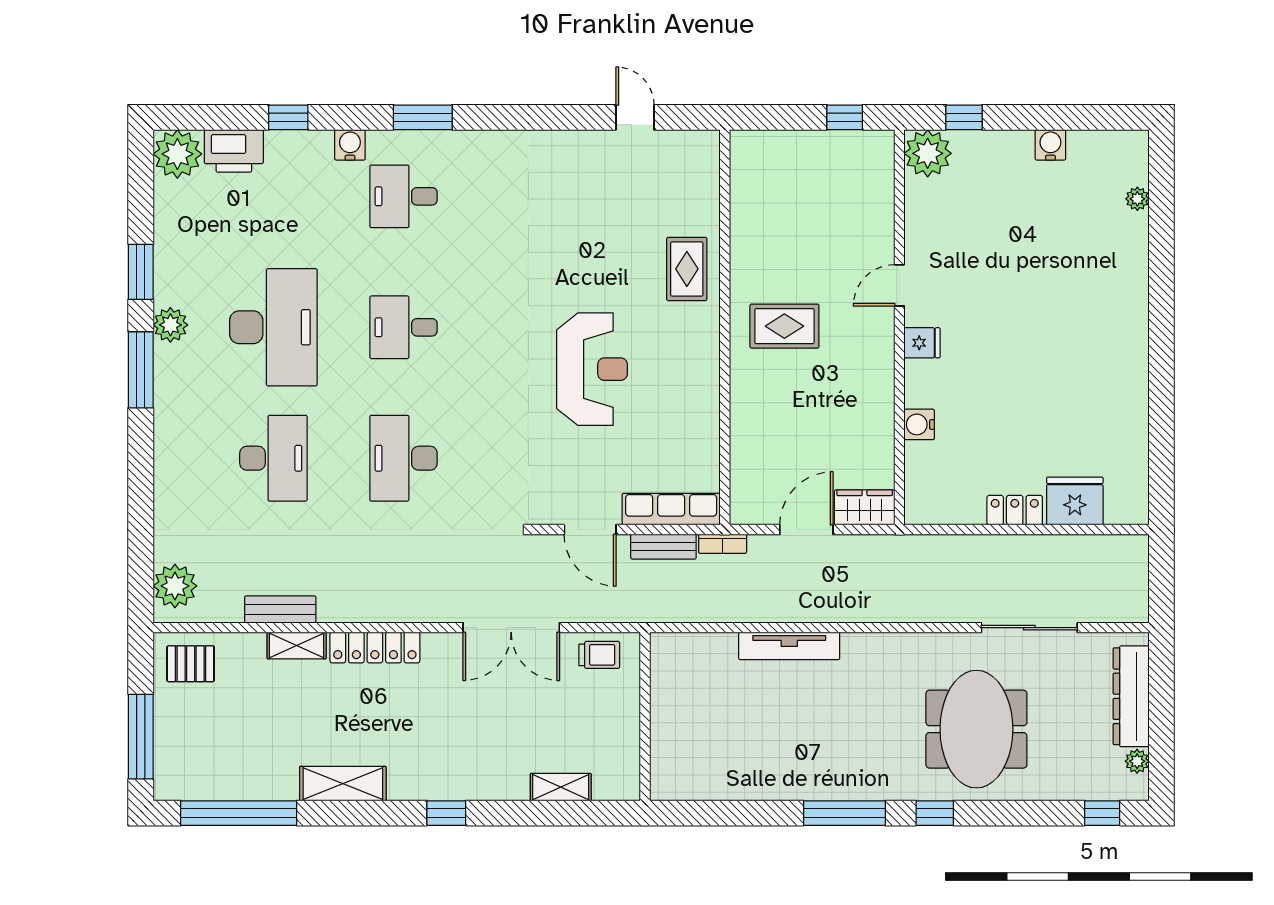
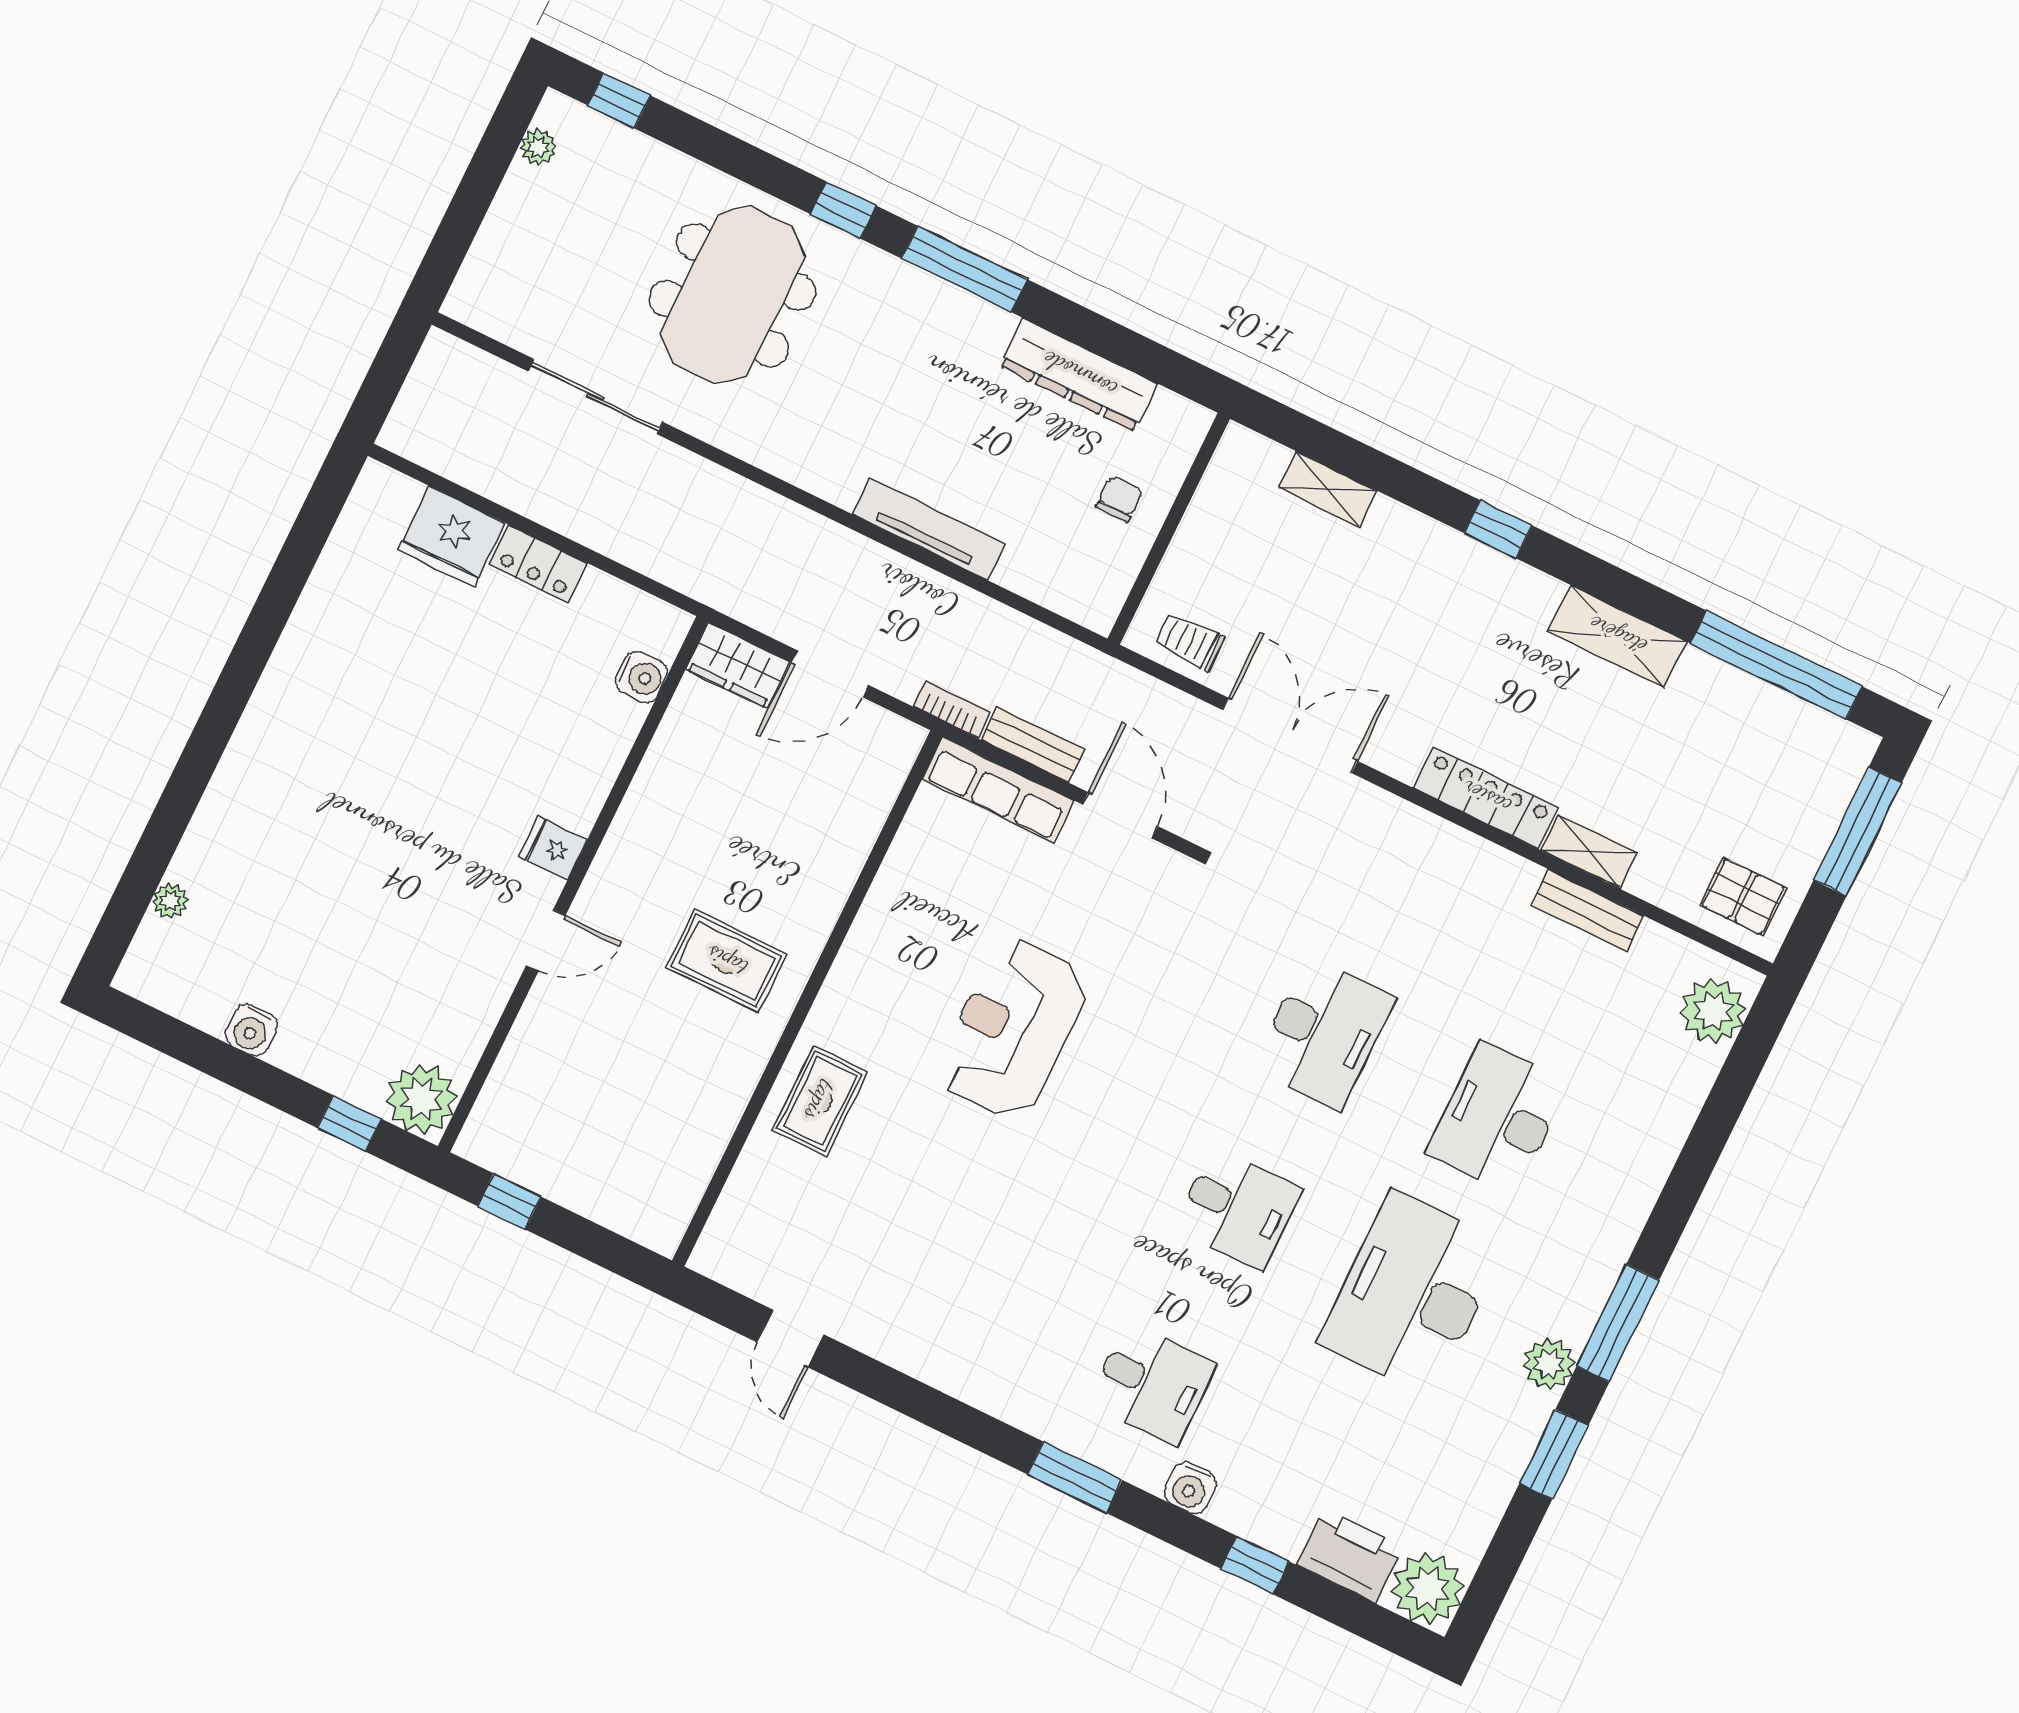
water cooler: (919, 424) -> (641, 677), moved
dresser: (1131, 696) -> (1079, 375), moved, turned 90
chair: (683, 720) -> (1120, 499), added

